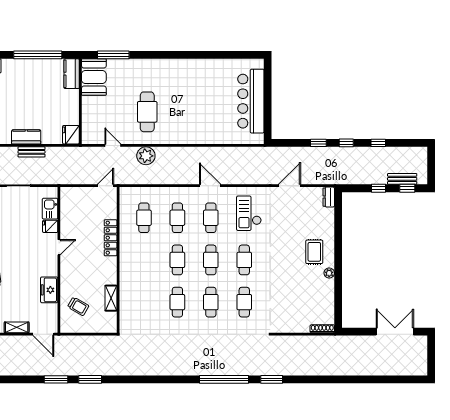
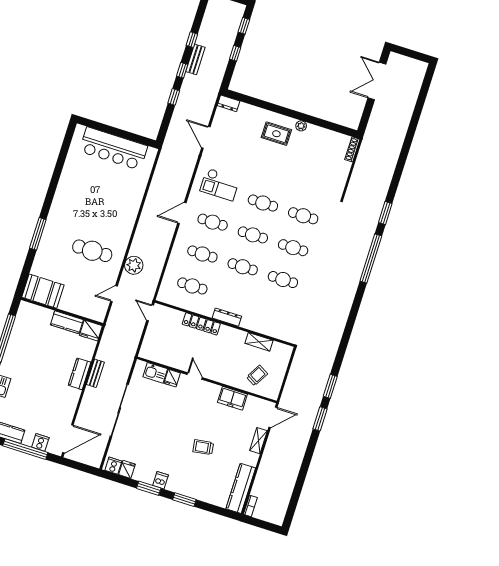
window: (113, 55) -> (38, 234), moved
kitchen counter: (72, 74) -> (67, 322), moved
bench: (402, 179) -> (195, 59), moved
dresser: (125, 260) -> (227, 317), added

